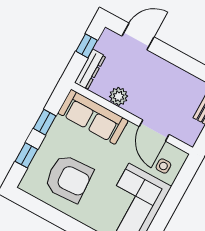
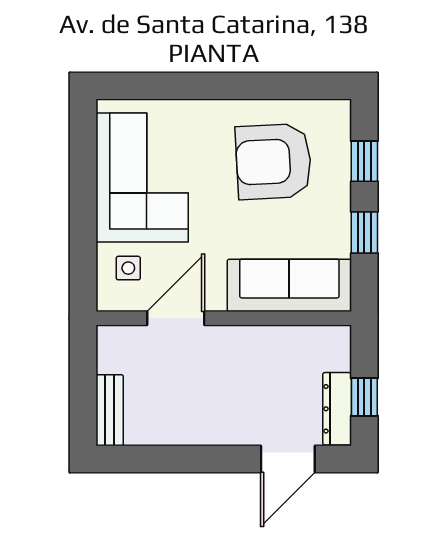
dresser: (90, 69) -> (337, 409), moved
plant: (119, 96) -> (266, 342), removed
door: (154, 131) -> (176, 318), hinge flipped

